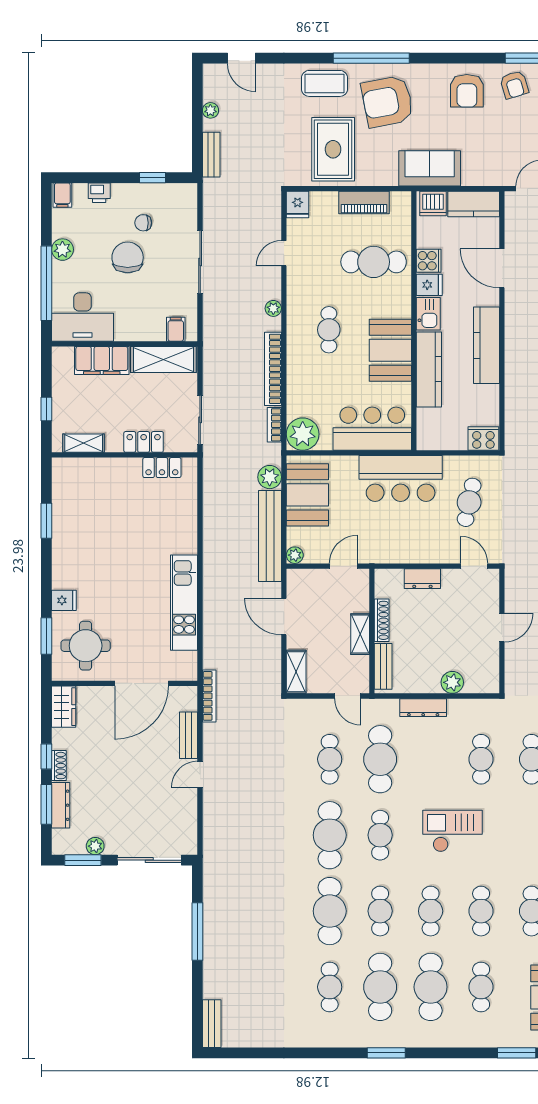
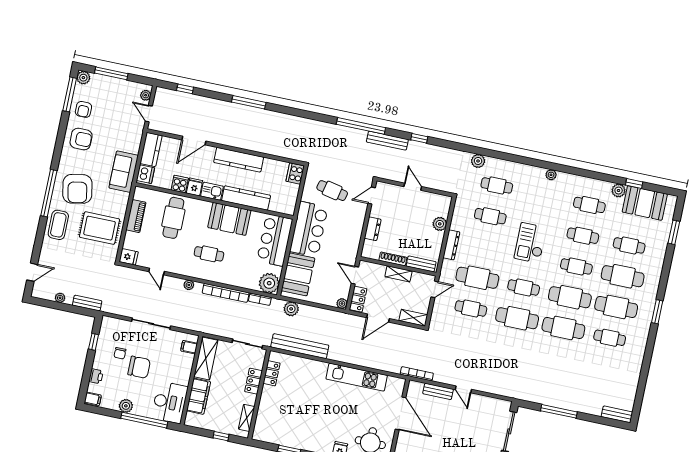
armchair: (514, 85) -> (83, 109), turned 107
chair: (128, 257) -> (139, 367), turned 180
booth: (307, 495) -> (298, 274), moved, turned 90
bench: (270, 536) -> (300, 346), moved
locker: (307, 579) -> (358, 299), added
cafe table: (380, 911) -> (570, 297), width x1.37, depth x1.35

